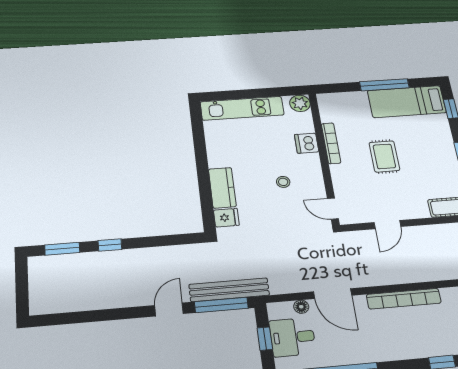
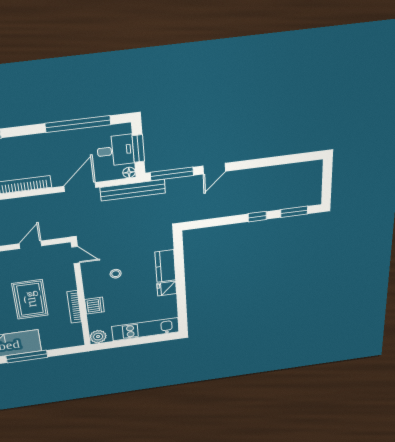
rug: (384, 156) -> (30, 299), width x1.36, depth x1.43
fridge: (226, 218) -> (167, 289), moved
bench: (229, 290) -> (133, 190), moved
door: (333, 294) -> (80, 187), hinge flipped
floor lamp: (301, 307) -> (129, 172), moved
window: (265, 339) -> (138, 148), width x1.50

